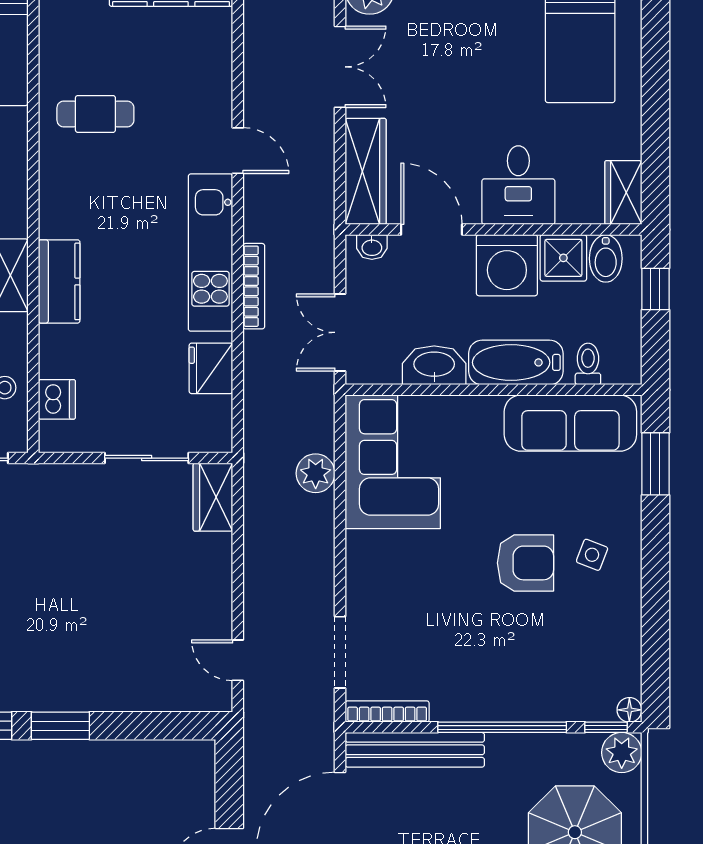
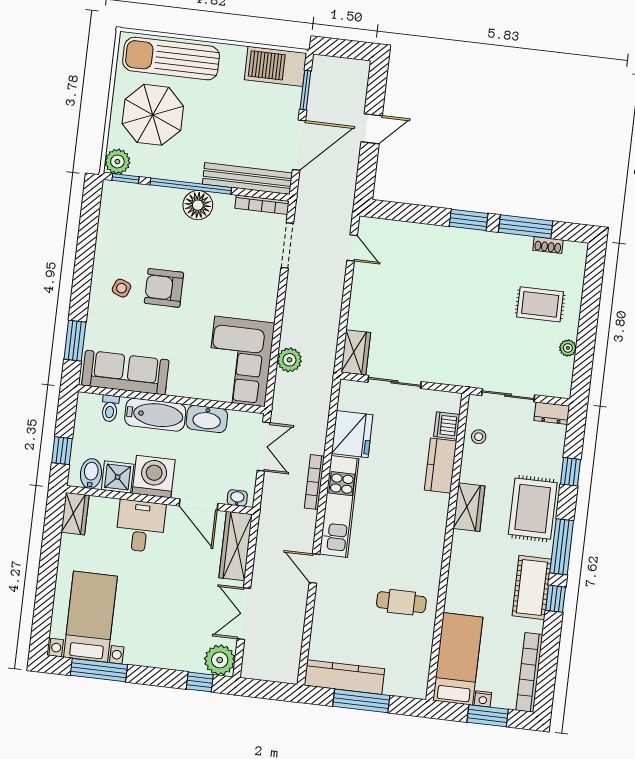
kitchen counter: (59, 281) -> (441, 466), moved
fridge: (211, 368) -> (352, 434), width x1.36, depth x1.34
floor lamp: (629, 710) -> (198, 205), moved, width x1.89, depth x1.89

